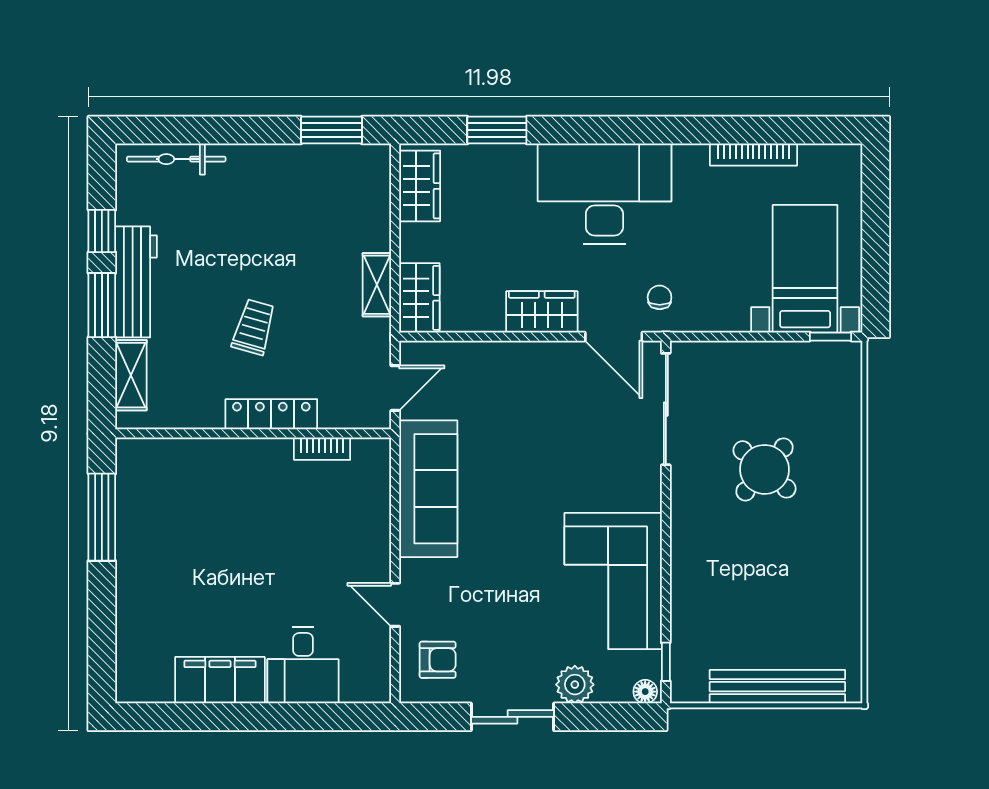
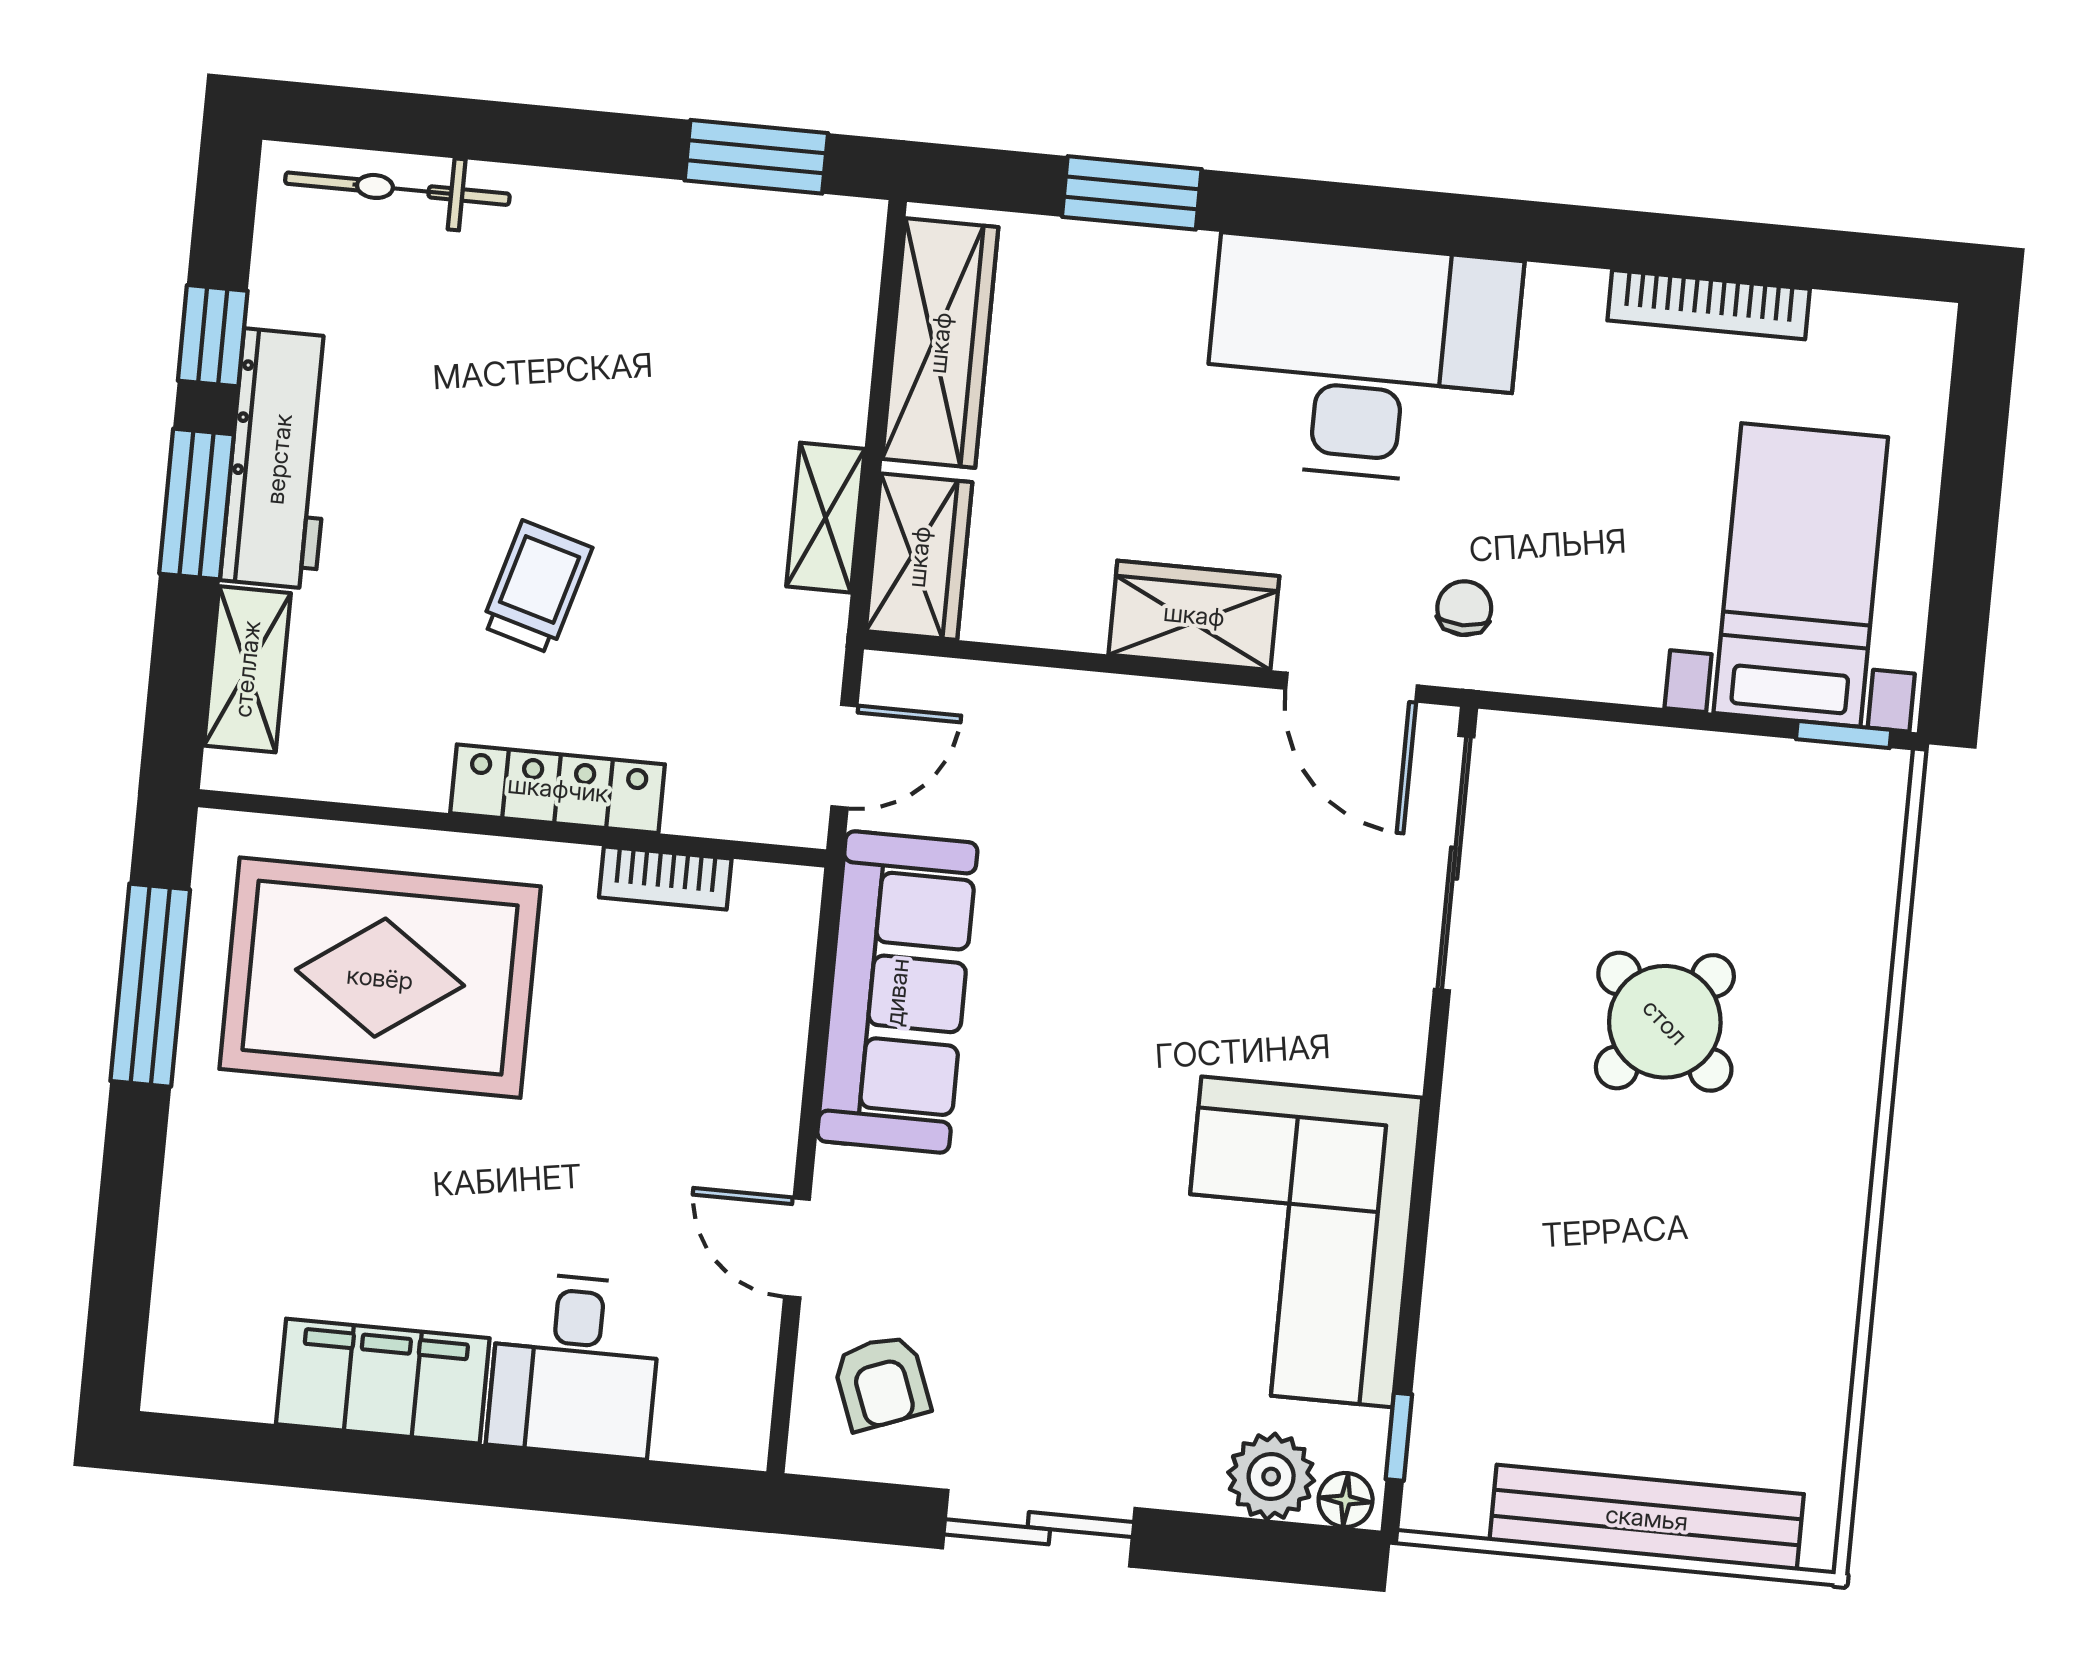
wardrobe: (420, 186) -> (940, 343), width x1.50
rug: (202, 504) -> (380, 978), added
armchair: (438, 660) -> (881, 1382), turned 69
plant: (575, 685) -> (1271, 1477), moved

